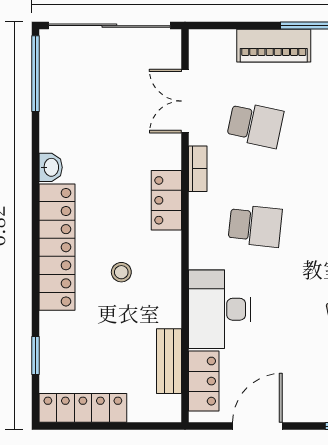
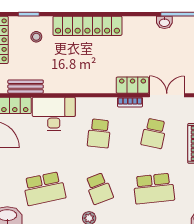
washbasin: (51, 167) -> (164, 22), moved
locker: (166, 200) -> (133, 85), moved
stool: (121, 272) -> (36, 37), moved

